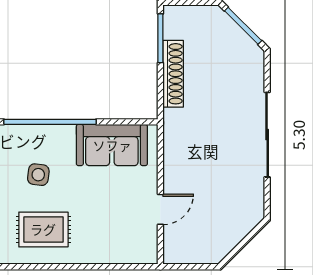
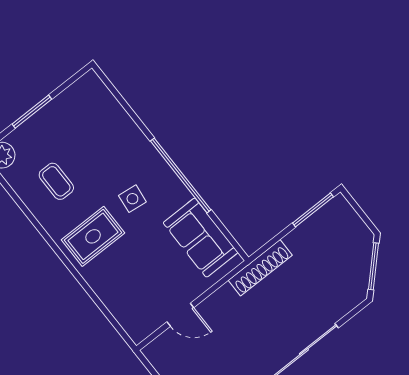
shoe rack: (173, 74) -> (260, 268), moved
rug: (43, 229) -> (93, 236), turned 90

